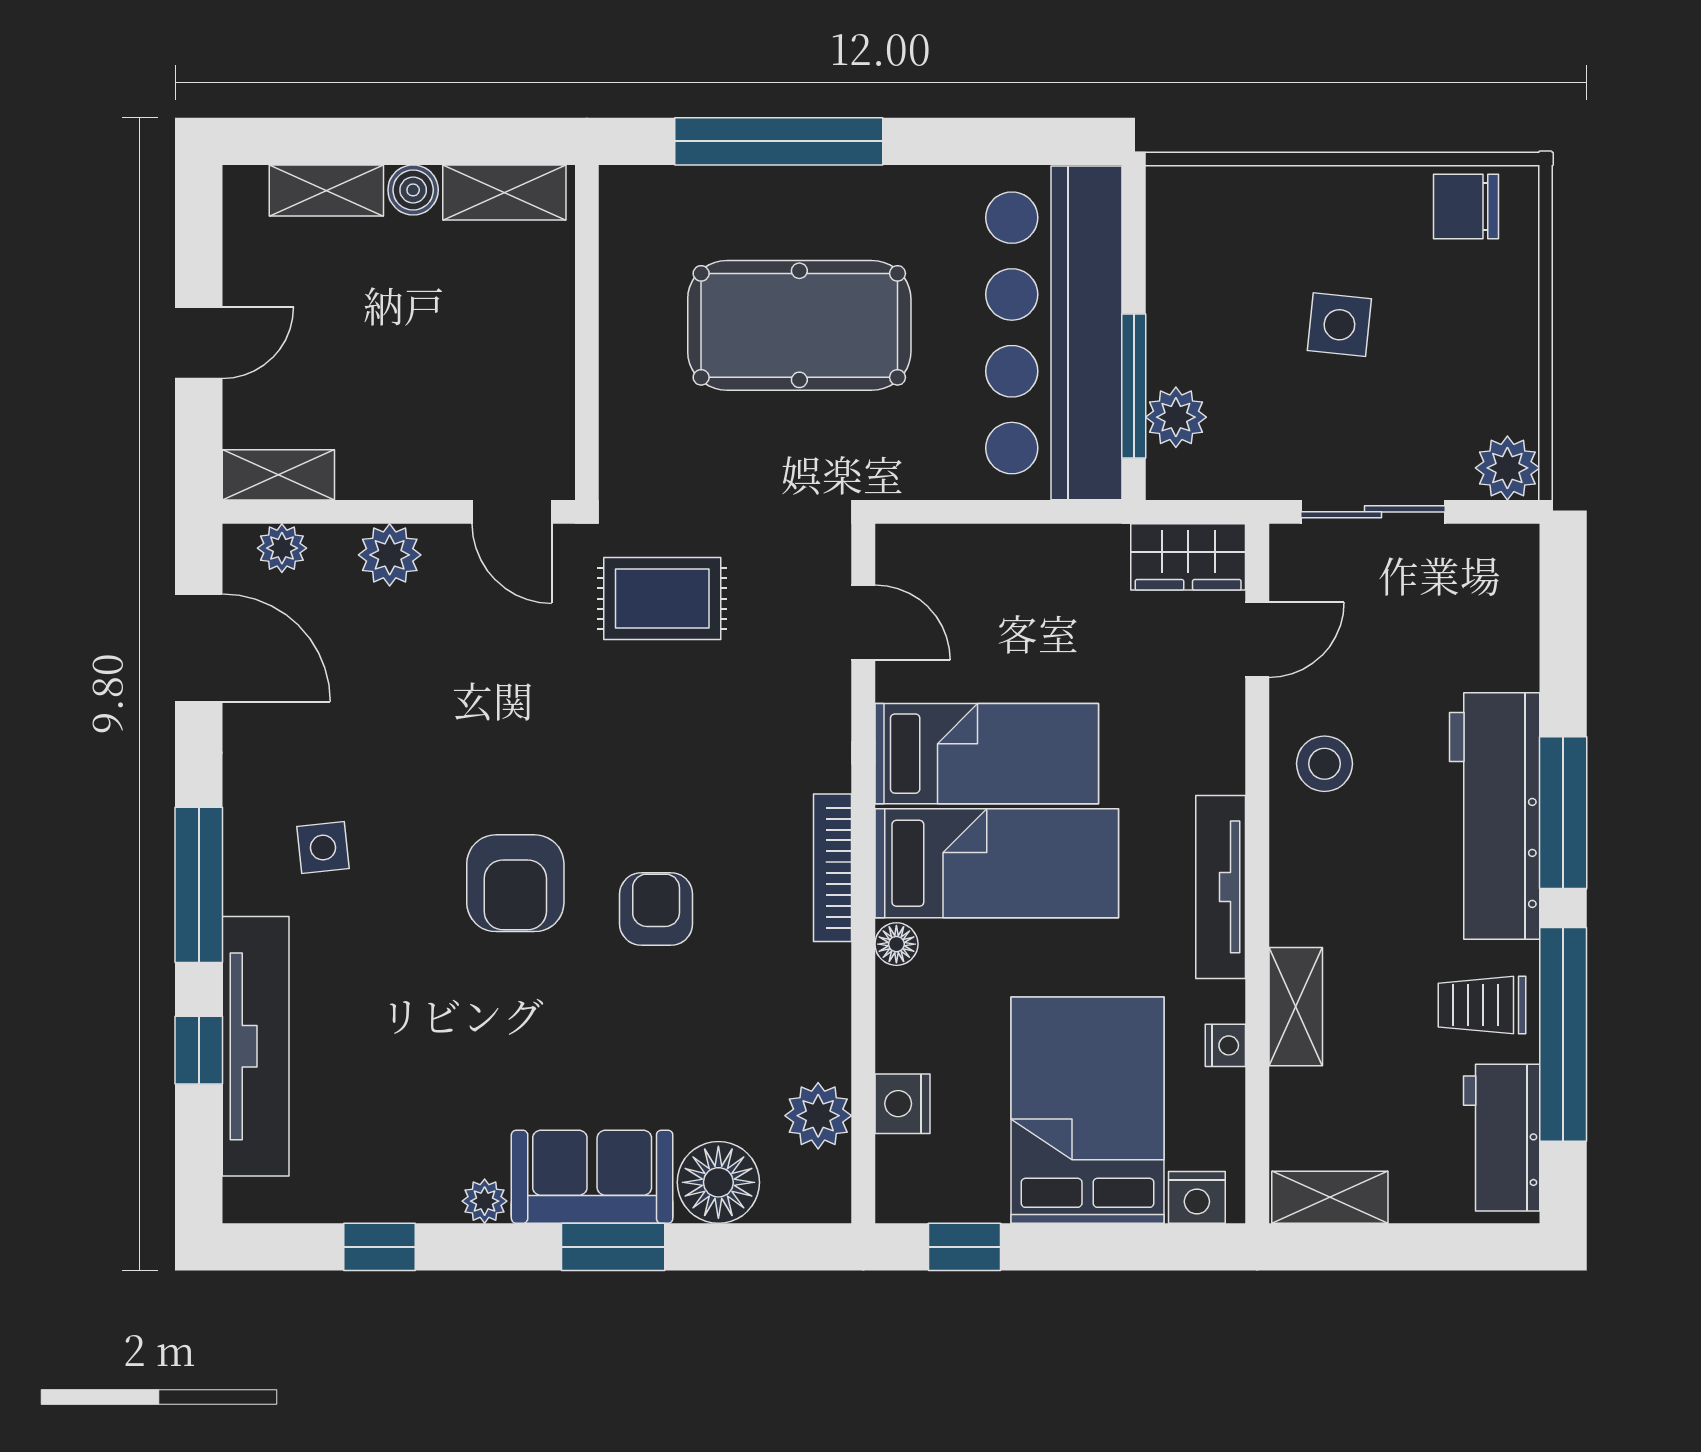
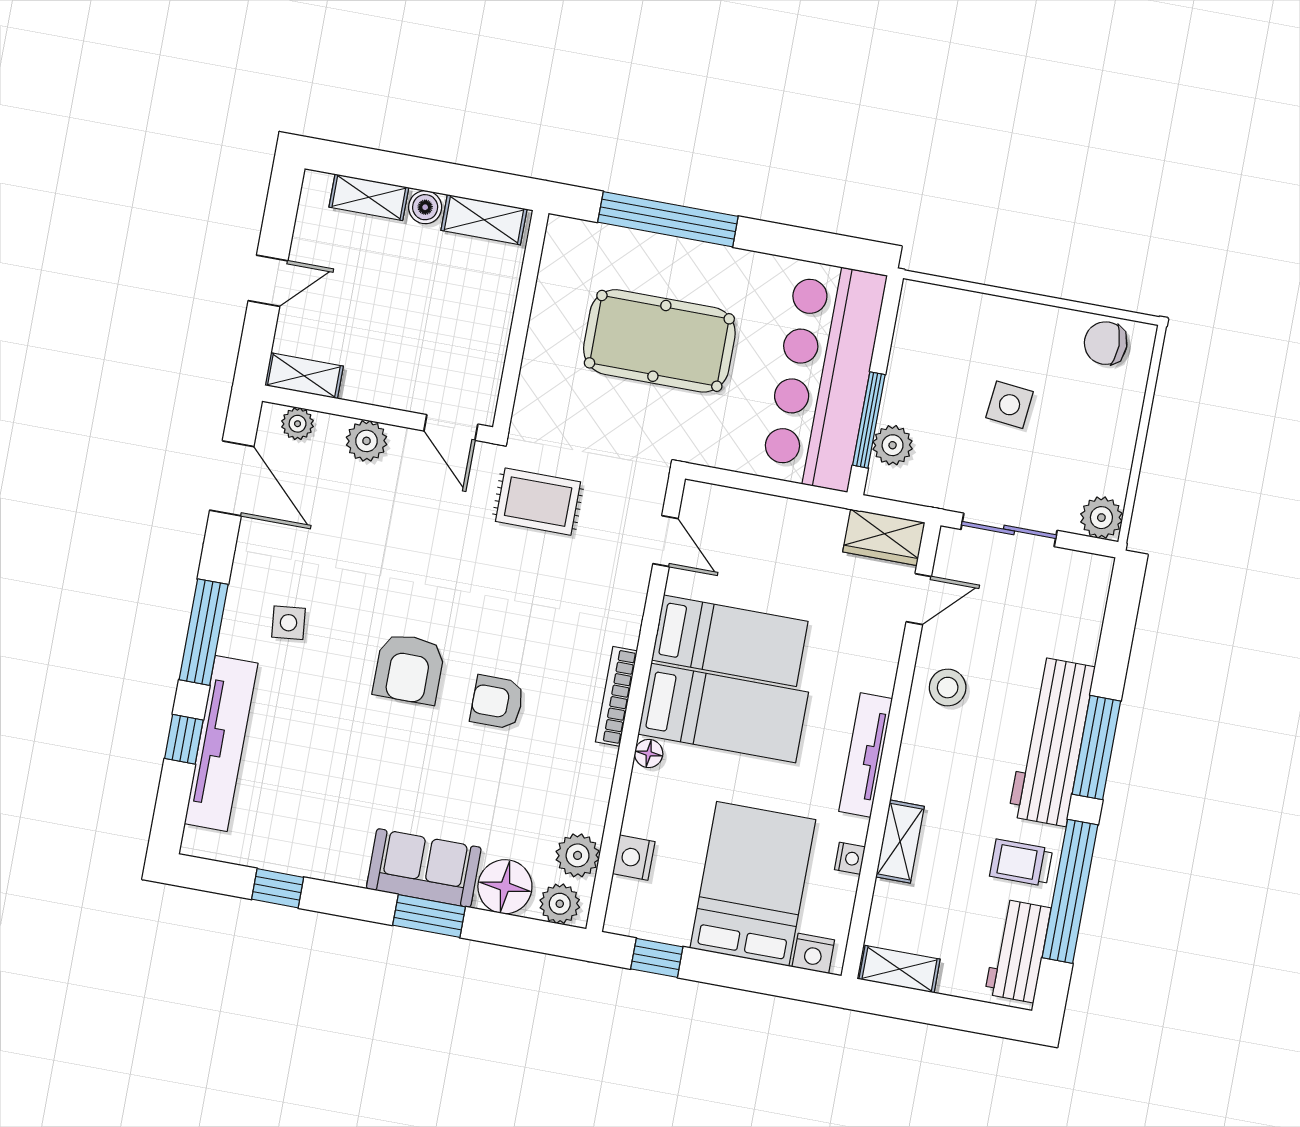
armchair: (656, 909) -> (497, 702), turned -90
plant: (485, 1201) -> (560, 904), moved, width x1.38, depth x1.38

